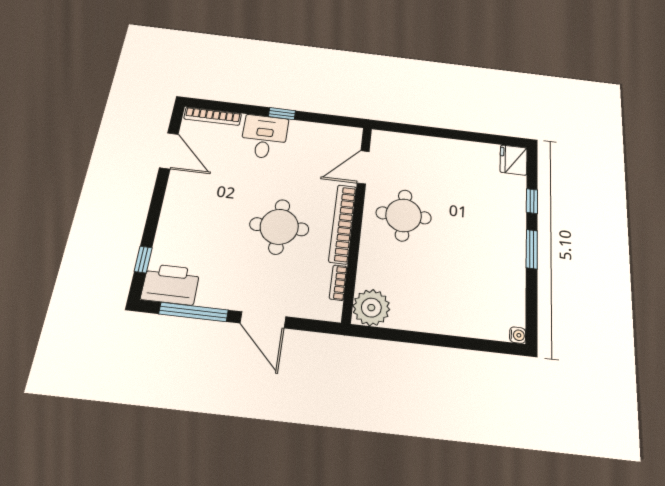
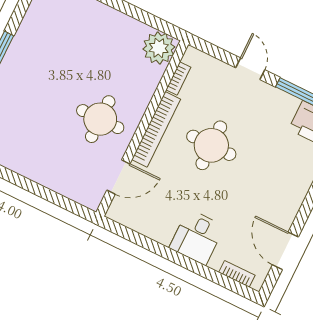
window: (282, 114) -> (173, 256), removed
bookcase: (213, 116) -> (237, 274), width x0.64
door: (263, 320) -> (250, 69), width x0.73

